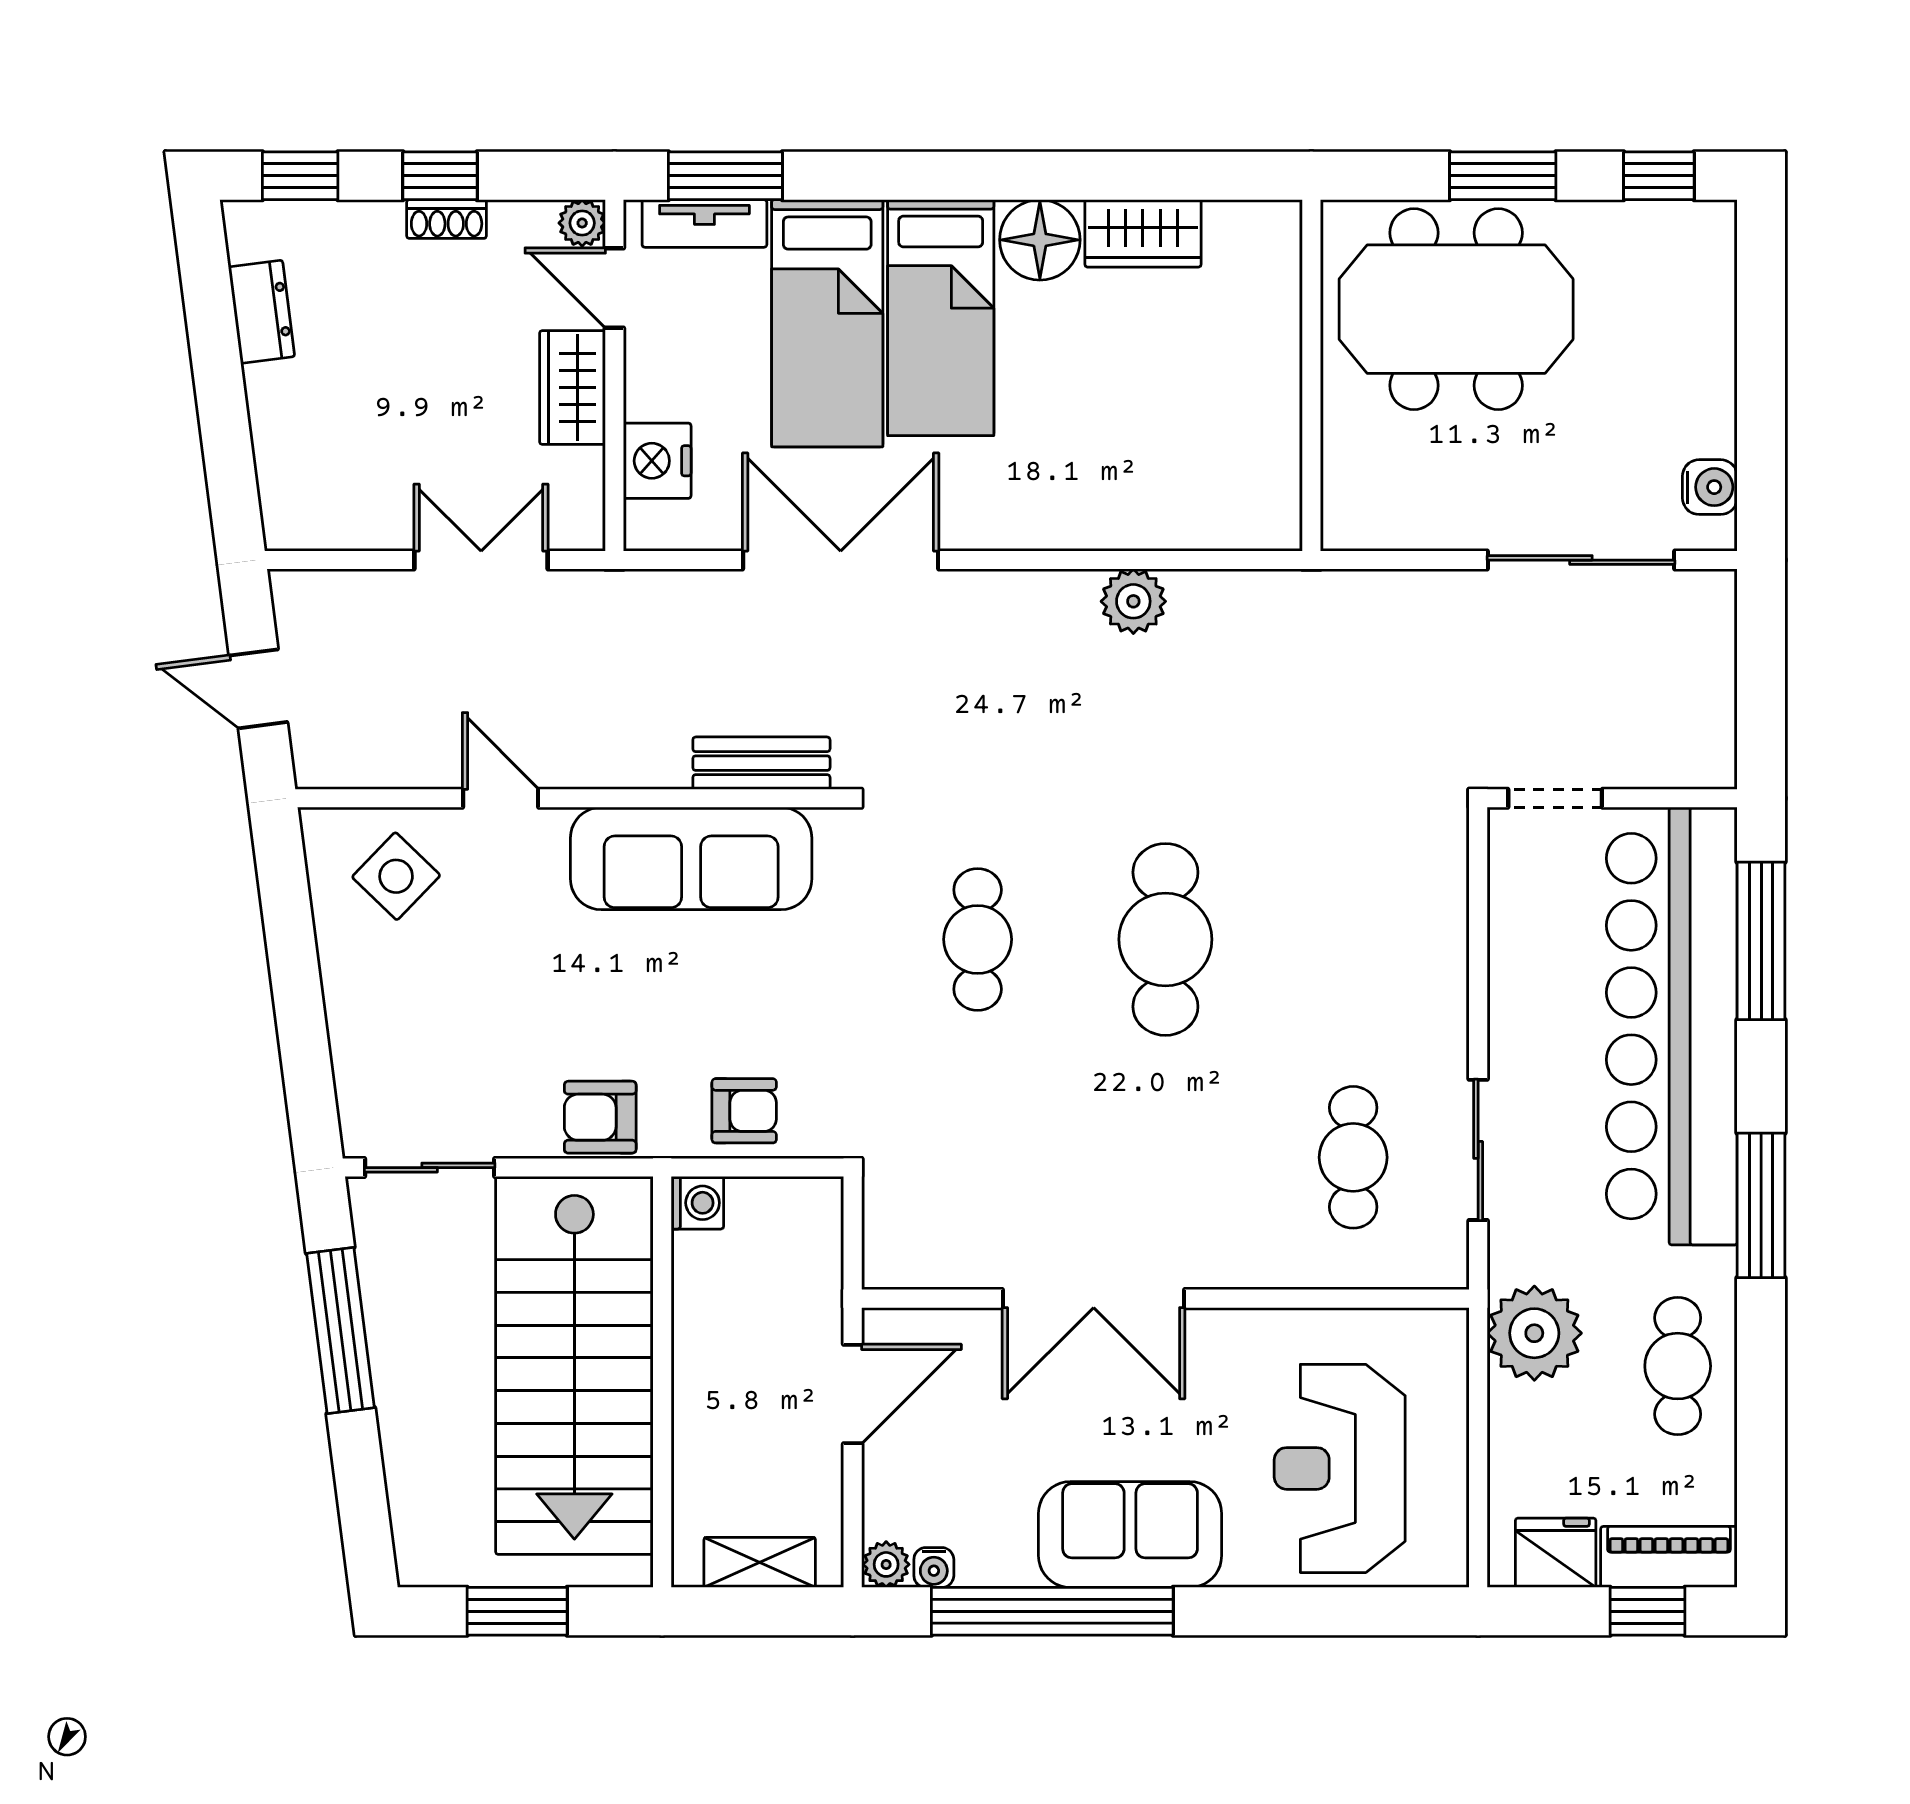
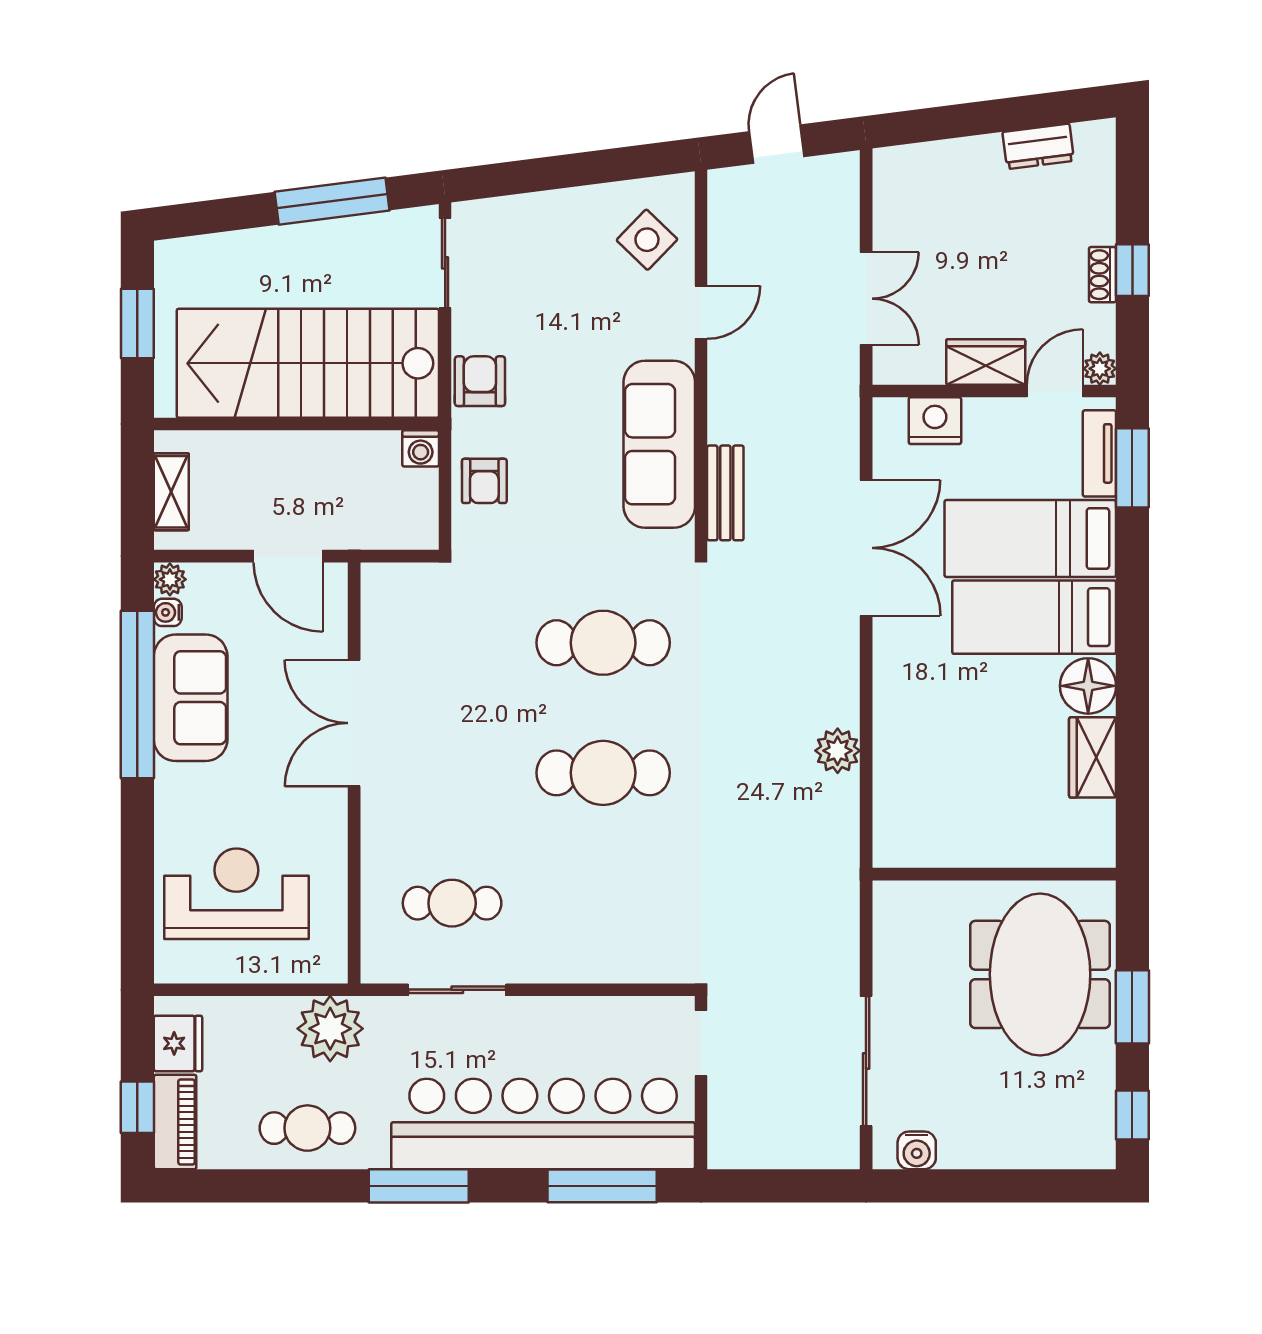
window: (300, 176) -> (1132, 173), removed
cafe table: (978, 939) -> (603, 643), width x1.37, depth x1.35
sofa: (1130, 1535) -> (191, 698), moved

